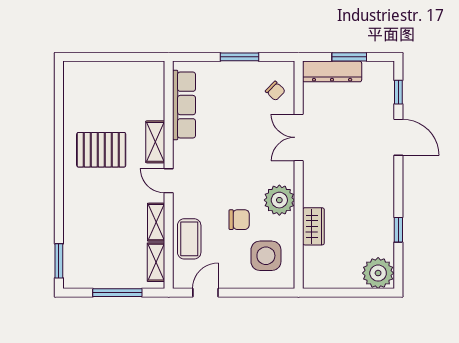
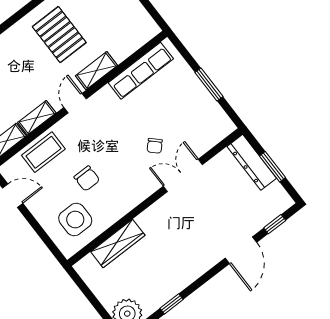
chair: (275, 91) -> (155, 146), moved
plant: (279, 200) -> (125, 197), removed
wardrobe: (313, 226) -> (118, 243), width x1.50

